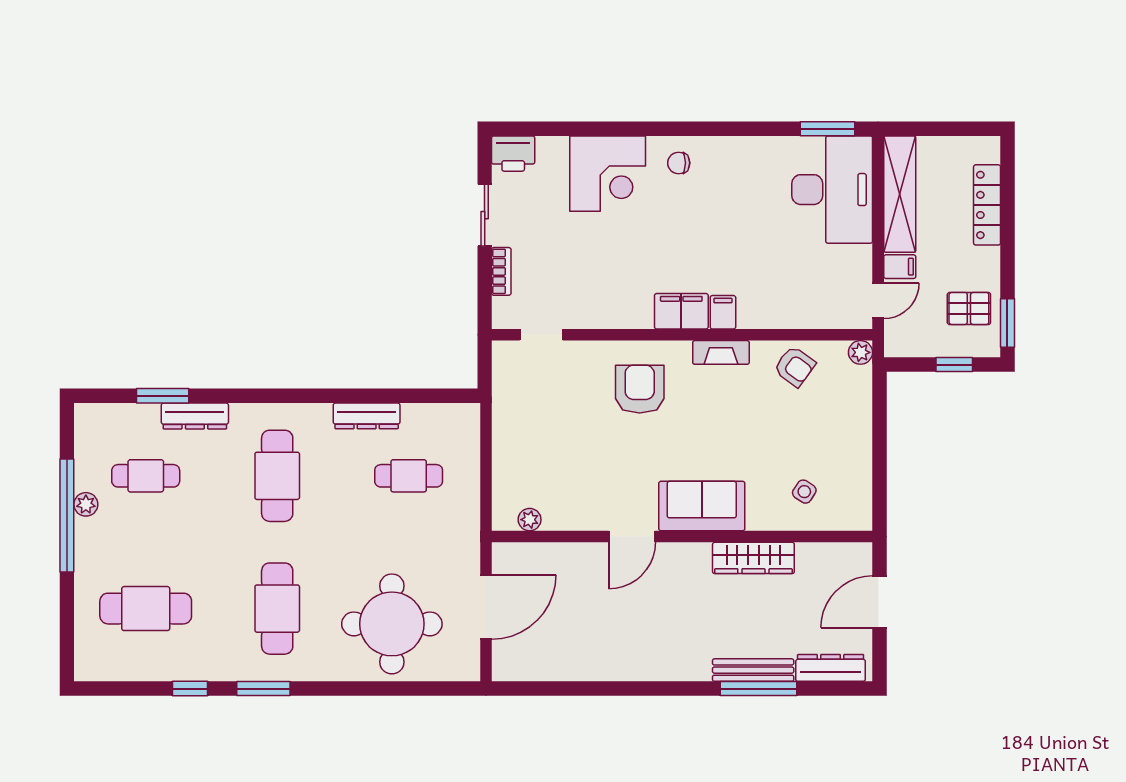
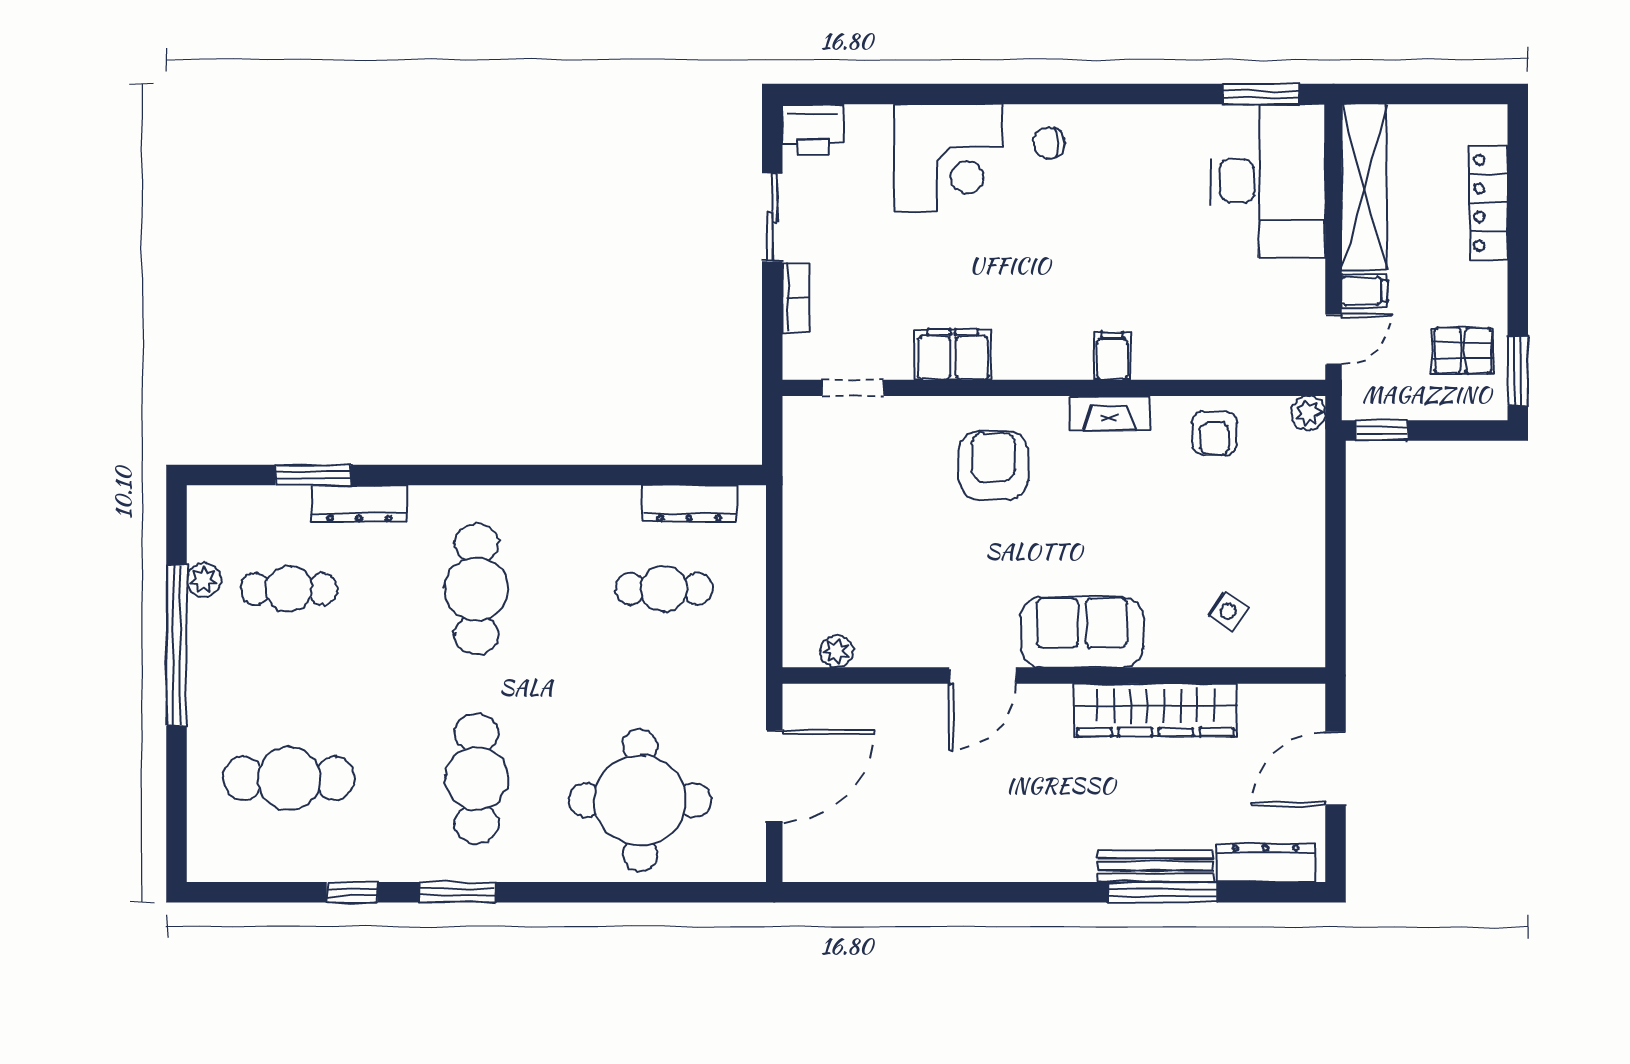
filing cabinet: (681, 311) -> (953, 354), moved
window: (954, 365) -> (1382, 430), moved
armchair: (795, 366) -> (1214, 433), turned 54
dresser: (367, 416) -> (689, 504), moved
plant: (86, 504) -> (204, 580), moved
wardrobe: (753, 558) -> (1156, 710), width x1.40, depth x1.17

